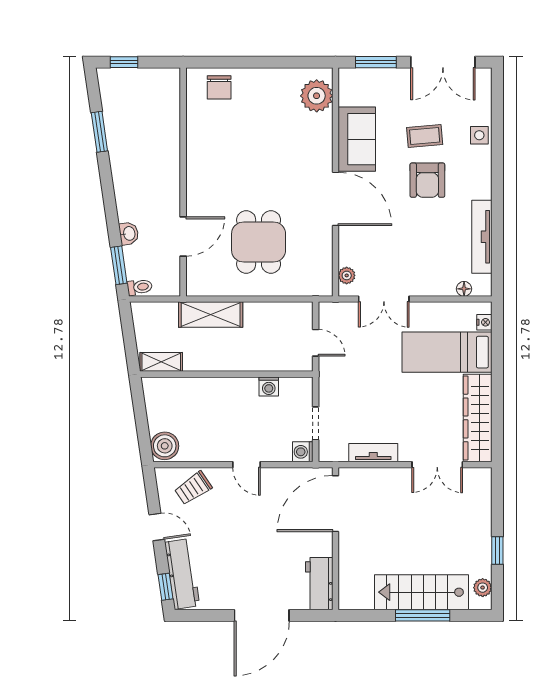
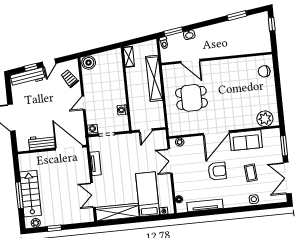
armchair: (427, 180) -> (217, 171), moved, turned 180
shelving: (211, 314) -> (154, 78), width x1.47
workbench: (319, 584) -> (42, 143), moved
window: (166, 587) -> (31, 67), moved

